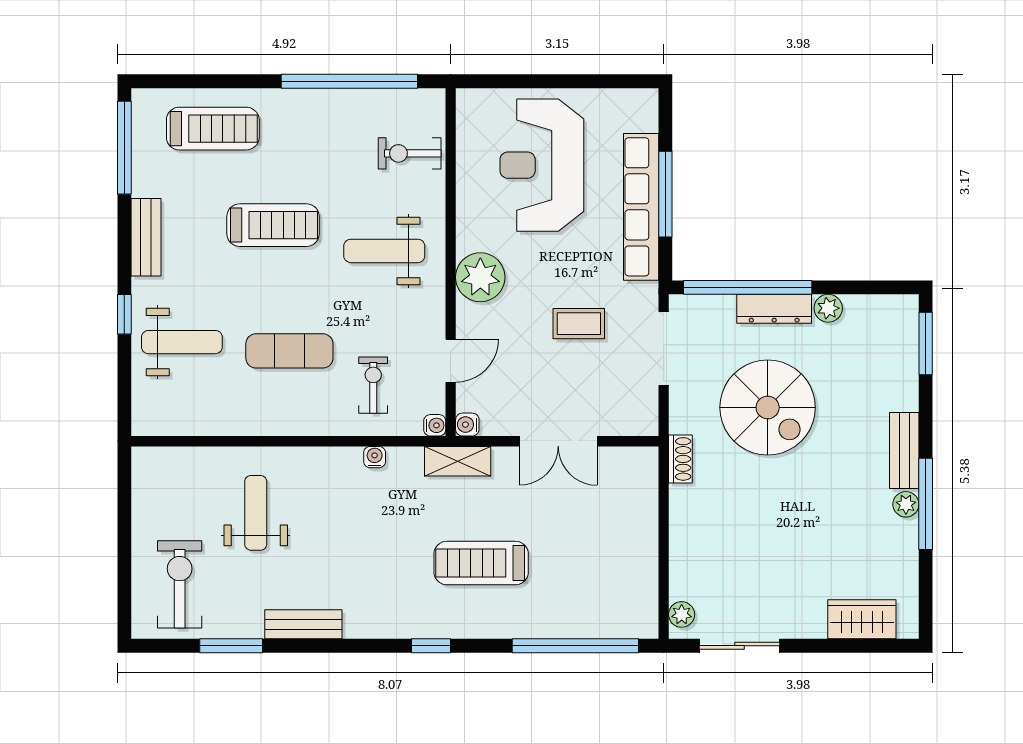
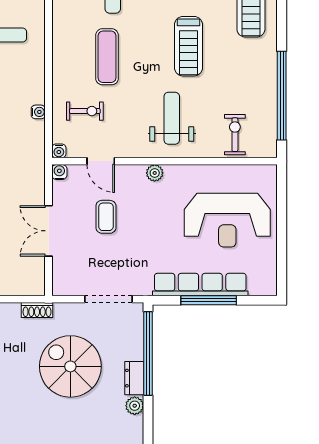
reception desk: (542, 165) -> (227, 220), turned 180
plant: (480, 277) -> (155, 173), width x0.53, depth x0.53
dresser: (774, 309) -> (134, 378), width x0.70
coffee table: (579, 324) -> (106, 217), moved
spiral stairs: (768, 407) -> (70, 366), turned 90
shelving: (458, 461) -> (36, 166), removed

